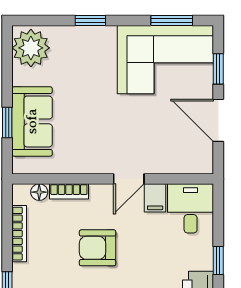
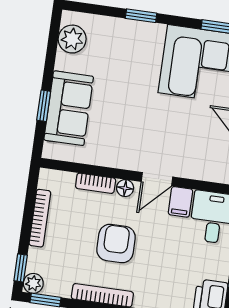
plant: (31, 48) -> (72, 39), width x0.73, depth x0.73
floor lamp: (39, 192) -> (125, 188), moved
armchair: (98, 248) -> (116, 244), turned 90

